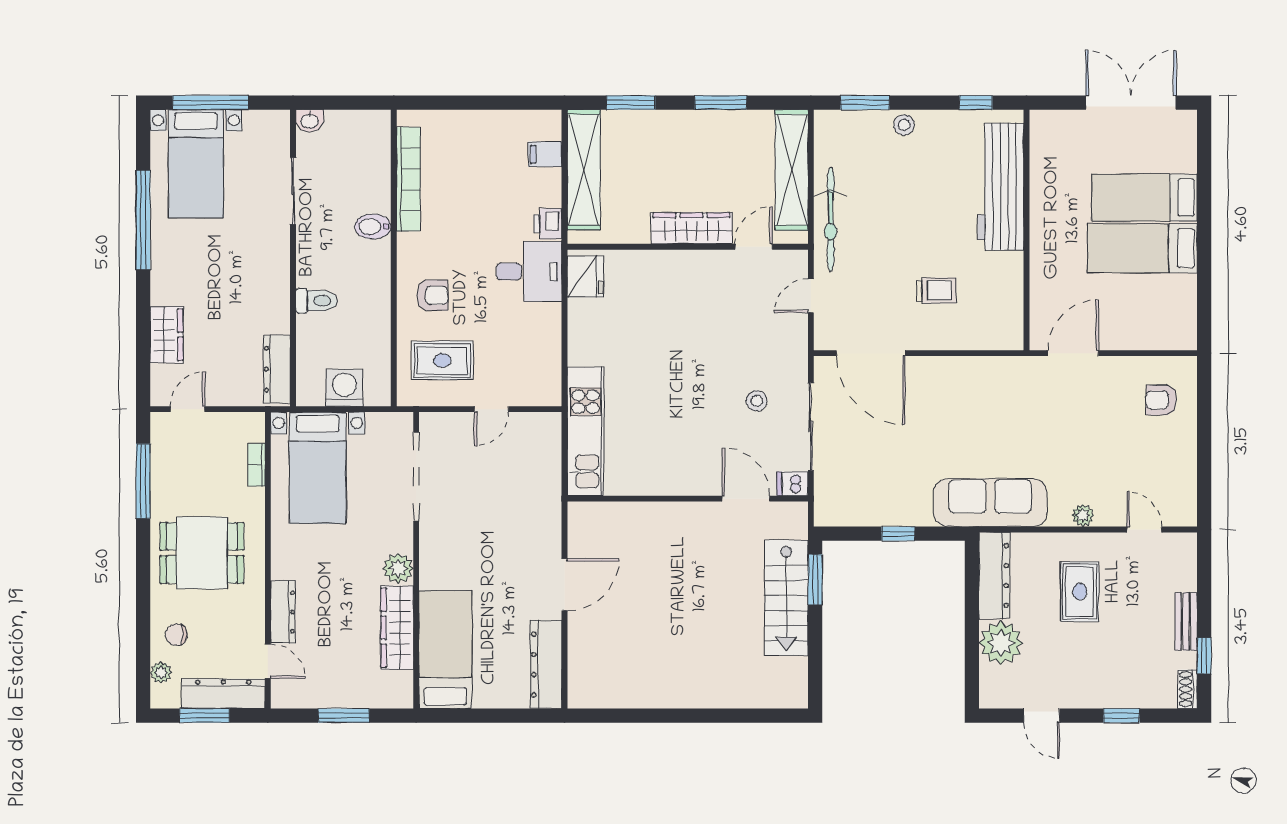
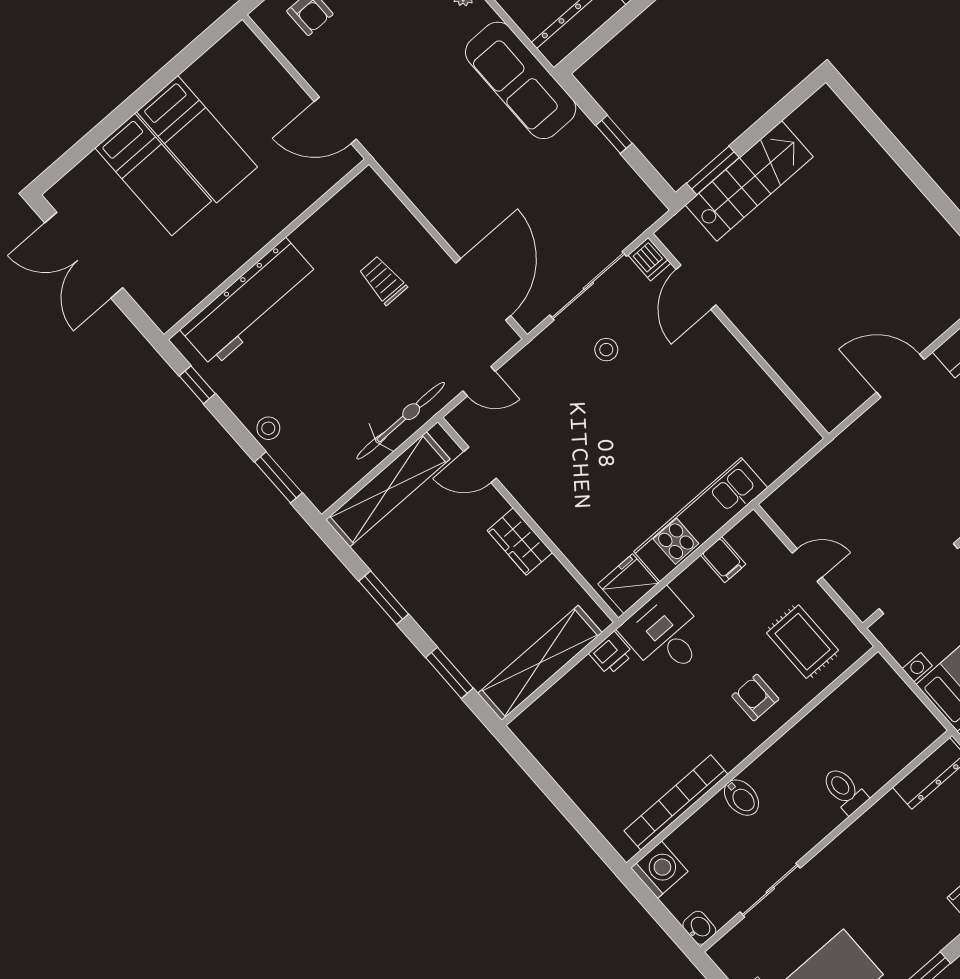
filing cabinet: (545, 154) -> (723, 560), moved
wardrobe: (692, 228) -> (520, 541), width x0.67
washing machine: (344, 388) -> (659, 870), moved, turned 180
kitchen unit: (586, 431) -> (701, 520), moved

